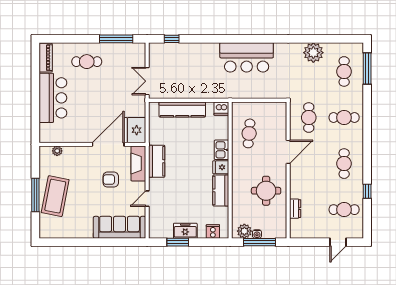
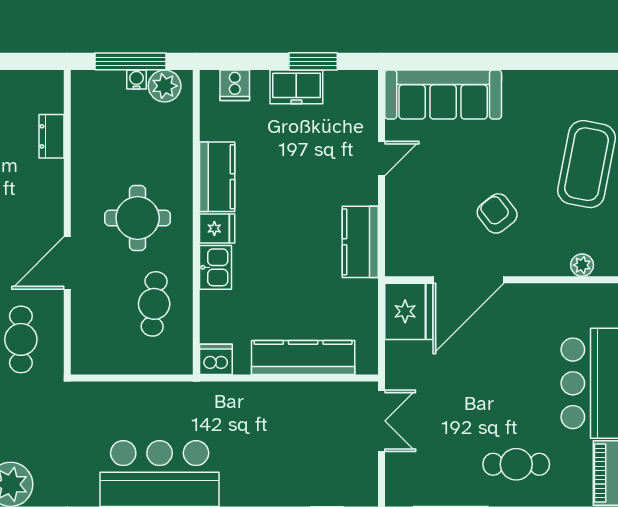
fireplace: (138, 163) -> (401, 237), removed
armchair: (111, 180) -> (497, 213), moved, turned -128
round table: (266, 191) -> (138, 218), moved

